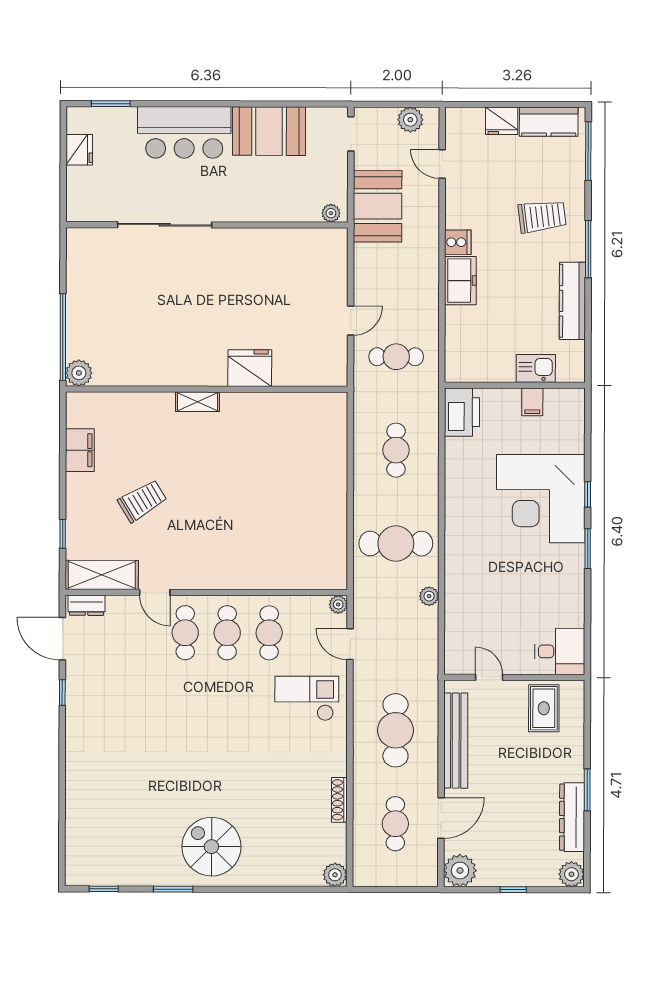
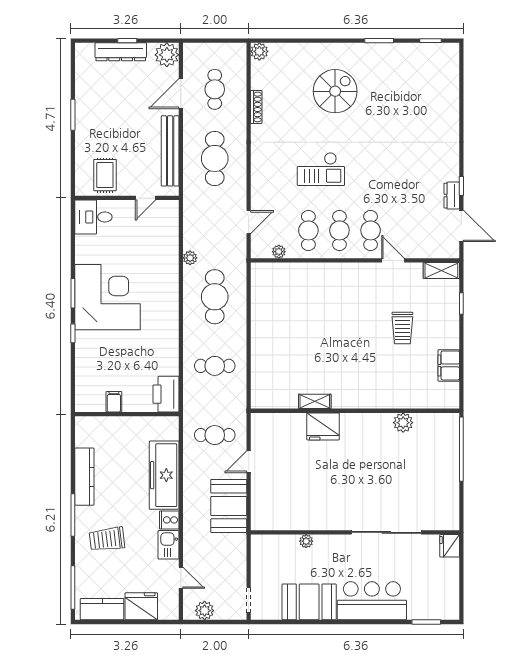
fridge: (502, 121) -> (141, 606), width x1.36, depth x1.34
fridge: (79, 150) -> (450, 546), moved
booth: (378, 206) -> (229, 506), moved
plant: (331, 213) -> (306, 541), moved
freezer: (460, 281) -> (164, 475), width x1.91, depth x1.26
kitchen sink: (536, 368) -> (168, 545), moved, turned 90
plant: (79, 373) -> (403, 423), moved
shelving: (197, 402) -> (315, 401), moved
cafe table: (396, 450) -> (215, 366), turned 90
corner desk: (541, 499) -> (108, 297), moved
trolley: (142, 501) -> (402, 328), turned -59
cafe table: (396, 544) -> (215, 297), turned 90
shelving: (102, 575) -> (441, 270), width x0.67, depth x0.75
plant: (338, 604) -> (279, 252), moved
dresser: (87, 605) -> (452, 196), moved, turned -90
door: (350, 644) -> (249, 222), hinge flipped
door: (489, 677) -> (146, 198), hinge flipped
checkout: (307, 698) -> (321, 169), moved
dresser: (572, 817) -> (121, 52), moved, turned 90
spiral stairs: (211, 847) -> (335, 91), moved, turned -90
plant: (571, 874) -> (84, 52), removed

